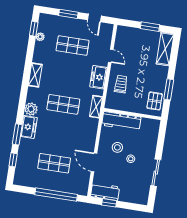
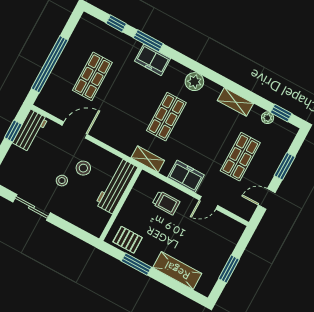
shelving: (165, 49) -> (177, 271), moved
shelving: (35, 75) -> (235, 102), moved
plant: (31, 109) -> (194, 82), moved

